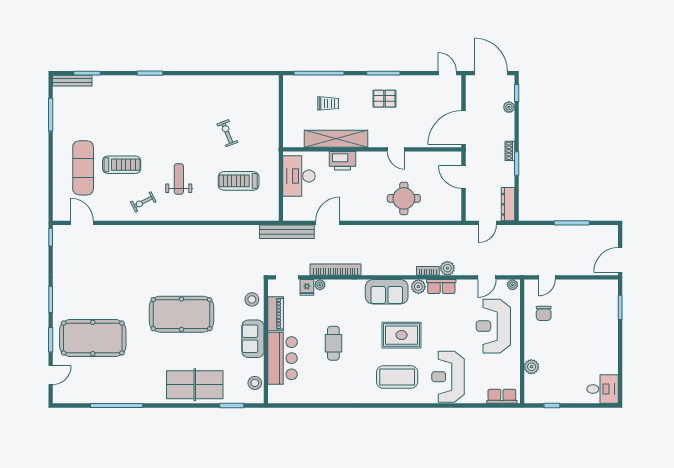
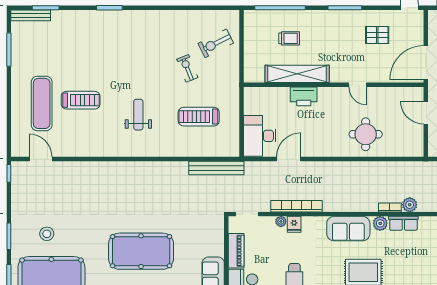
pallet: (384, 99) -> (377, 35), moved
desk: (299, 176) -> (260, 136), moved
exercise bike: (143, 202) -> (216, 43), moved, width x1.38, depth x1.39
bench: (287, 232) -> (216, 168), moved
fridge: (307, 287) -> (294, 224), moved
stool: (252, 299) -> (47, 234), moved

